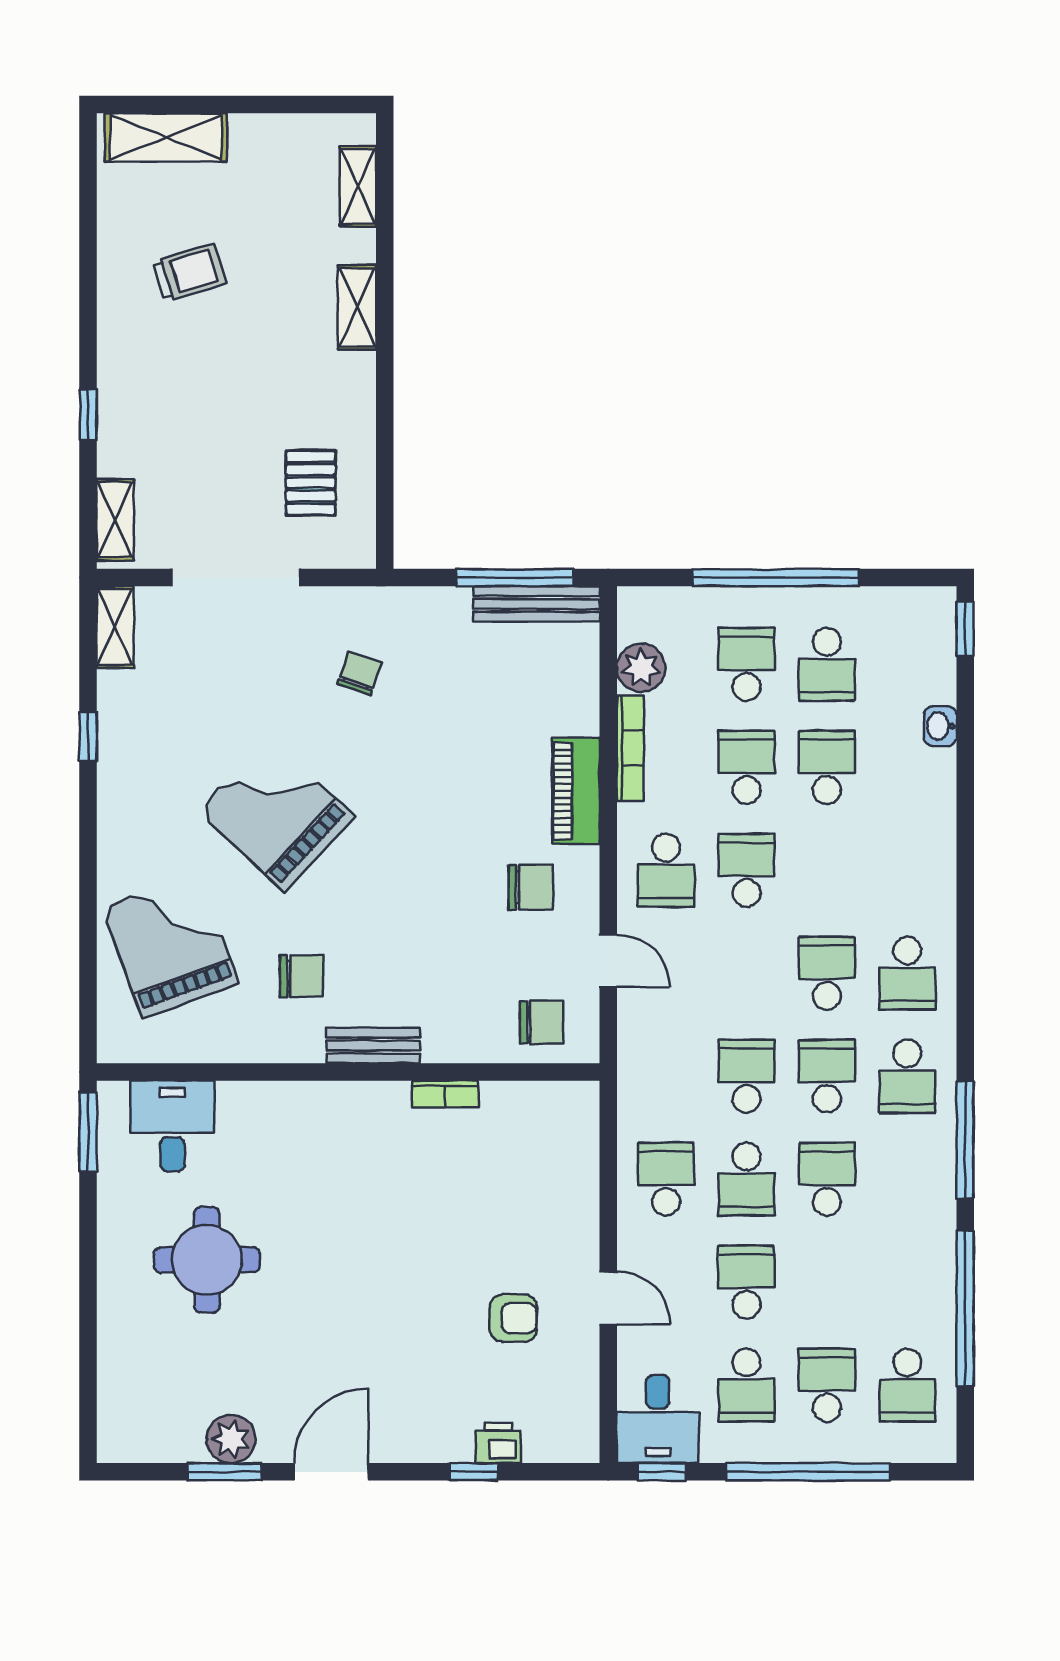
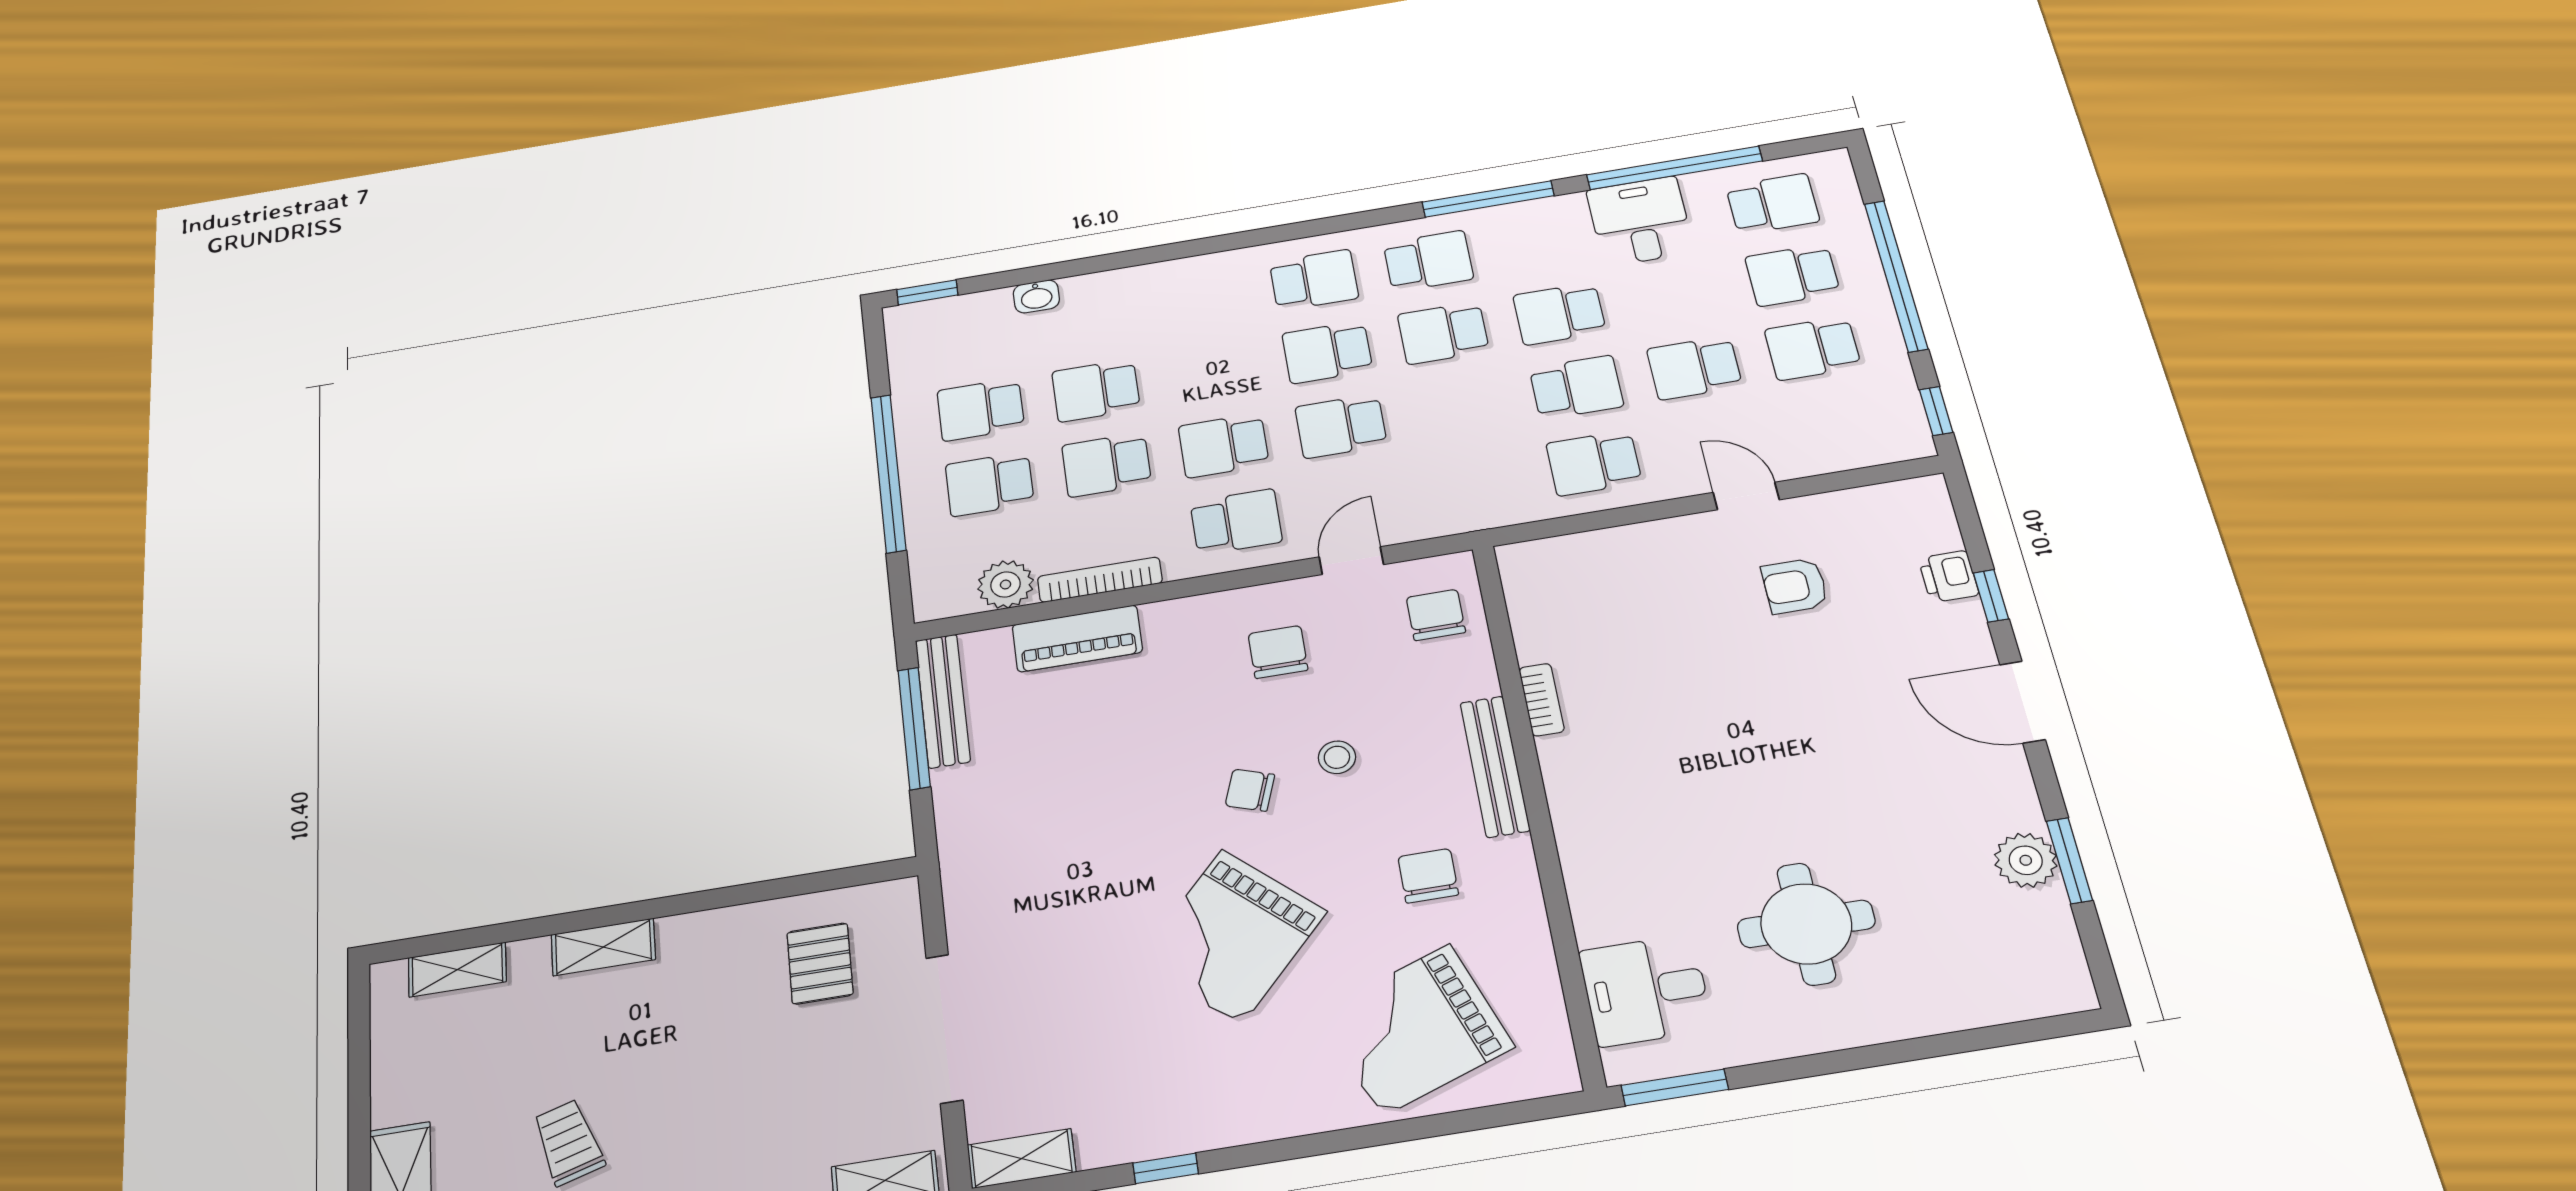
pallet: (311, 483) -> (820, 963), turned 90
school desk: (827, 664) -> (981, 409), turned 180
chair: (359, 673) -> (1250, 790), moved
piano: (576, 791) -> (1077, 638), moved
stool: (422, 921) -> (1337, 757), added
bench: (373, 1046) -> (1495, 766), width x1.36
school desk: (747, 1076) -> (1341, 426), moved
door: (608, 1298) -> (1746, 496), hinge flipped
armchair: (513, 1318) -> (1795, 586), turned -90
school desk: (747, 1385) -> (1813, 348), turned 180
desk: (658, 1419) -> (1640, 221), moved, turned -90
door: (331, 1472) -> (2022, 702), moved

